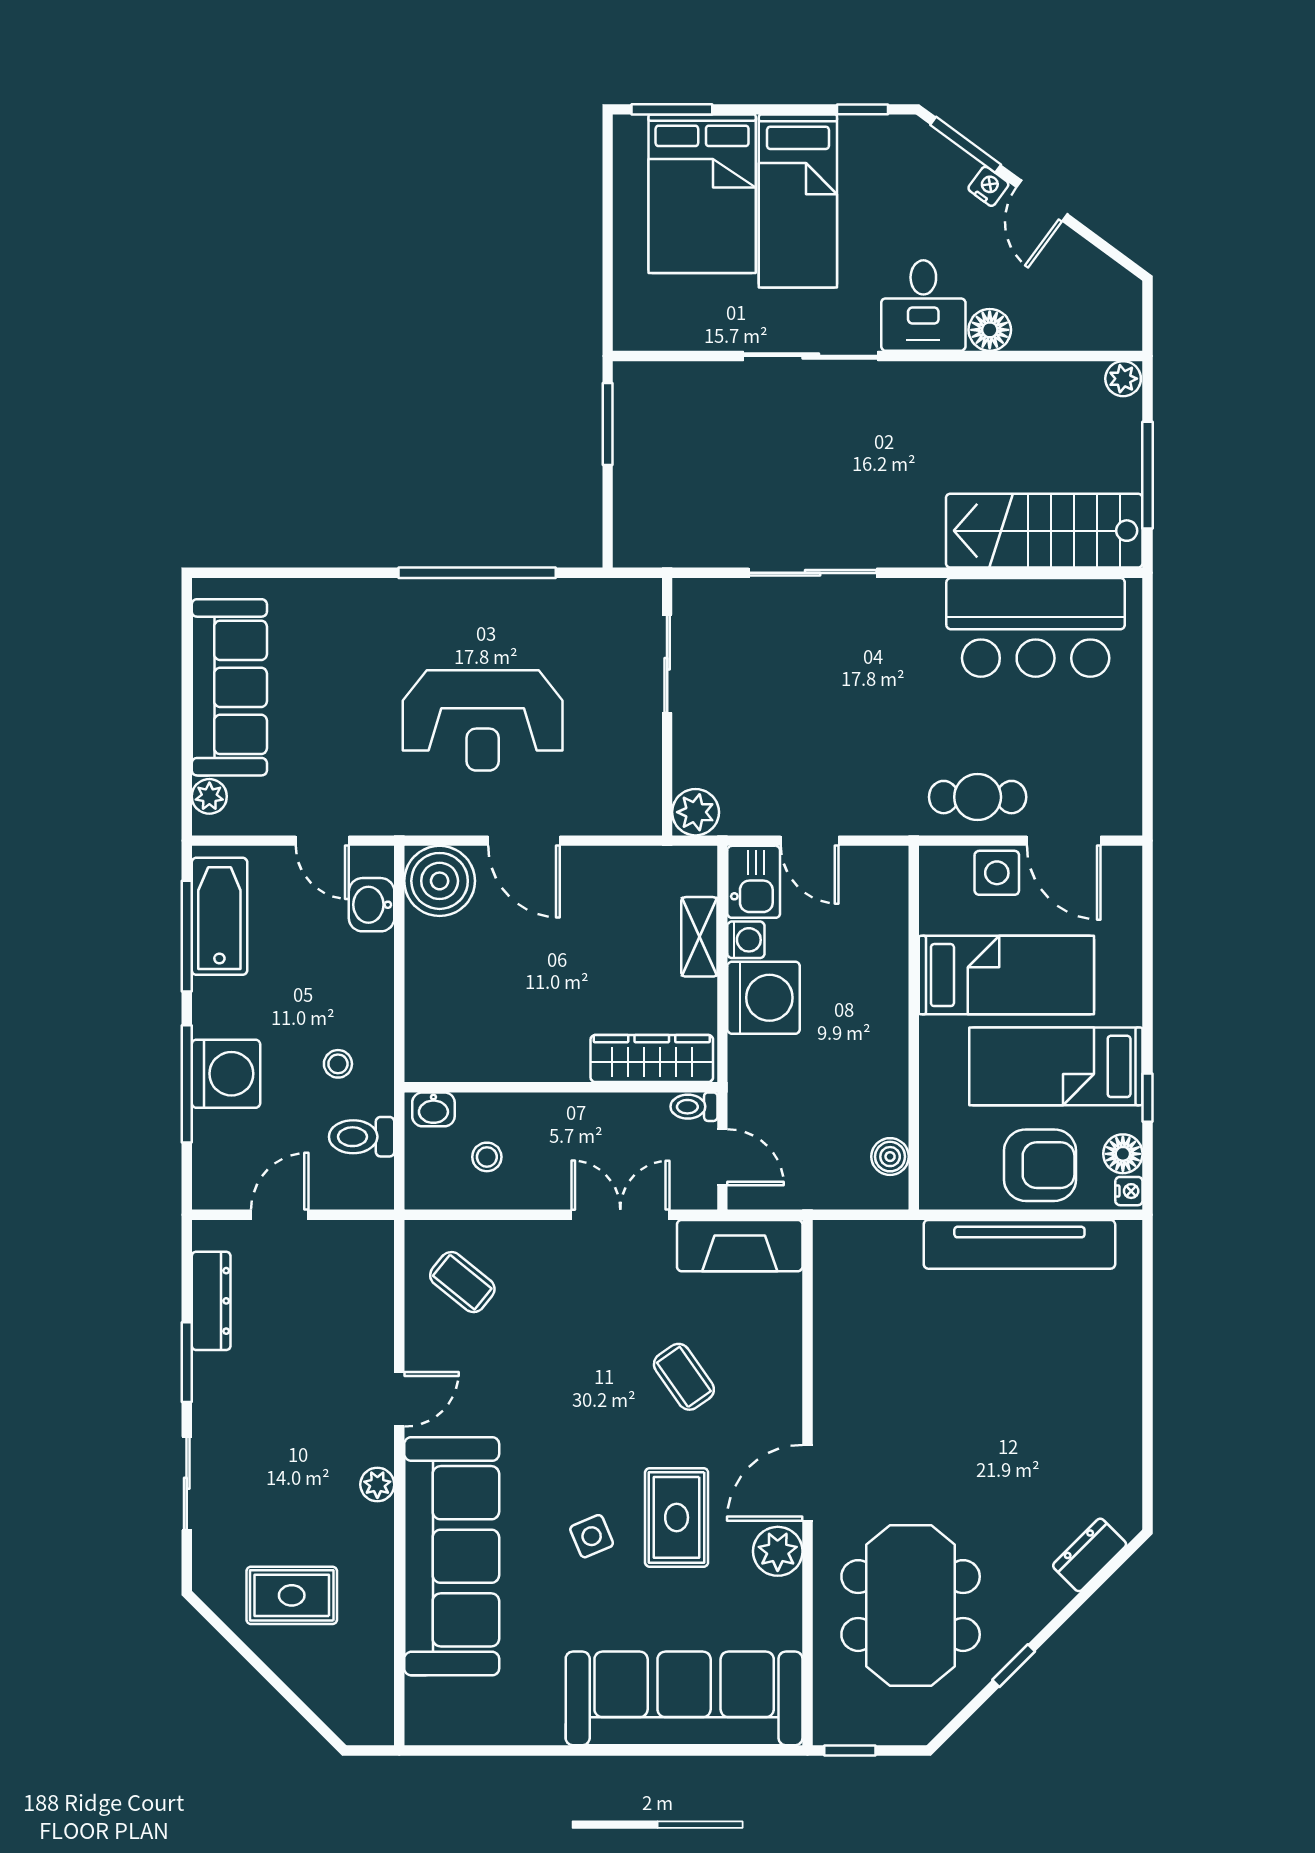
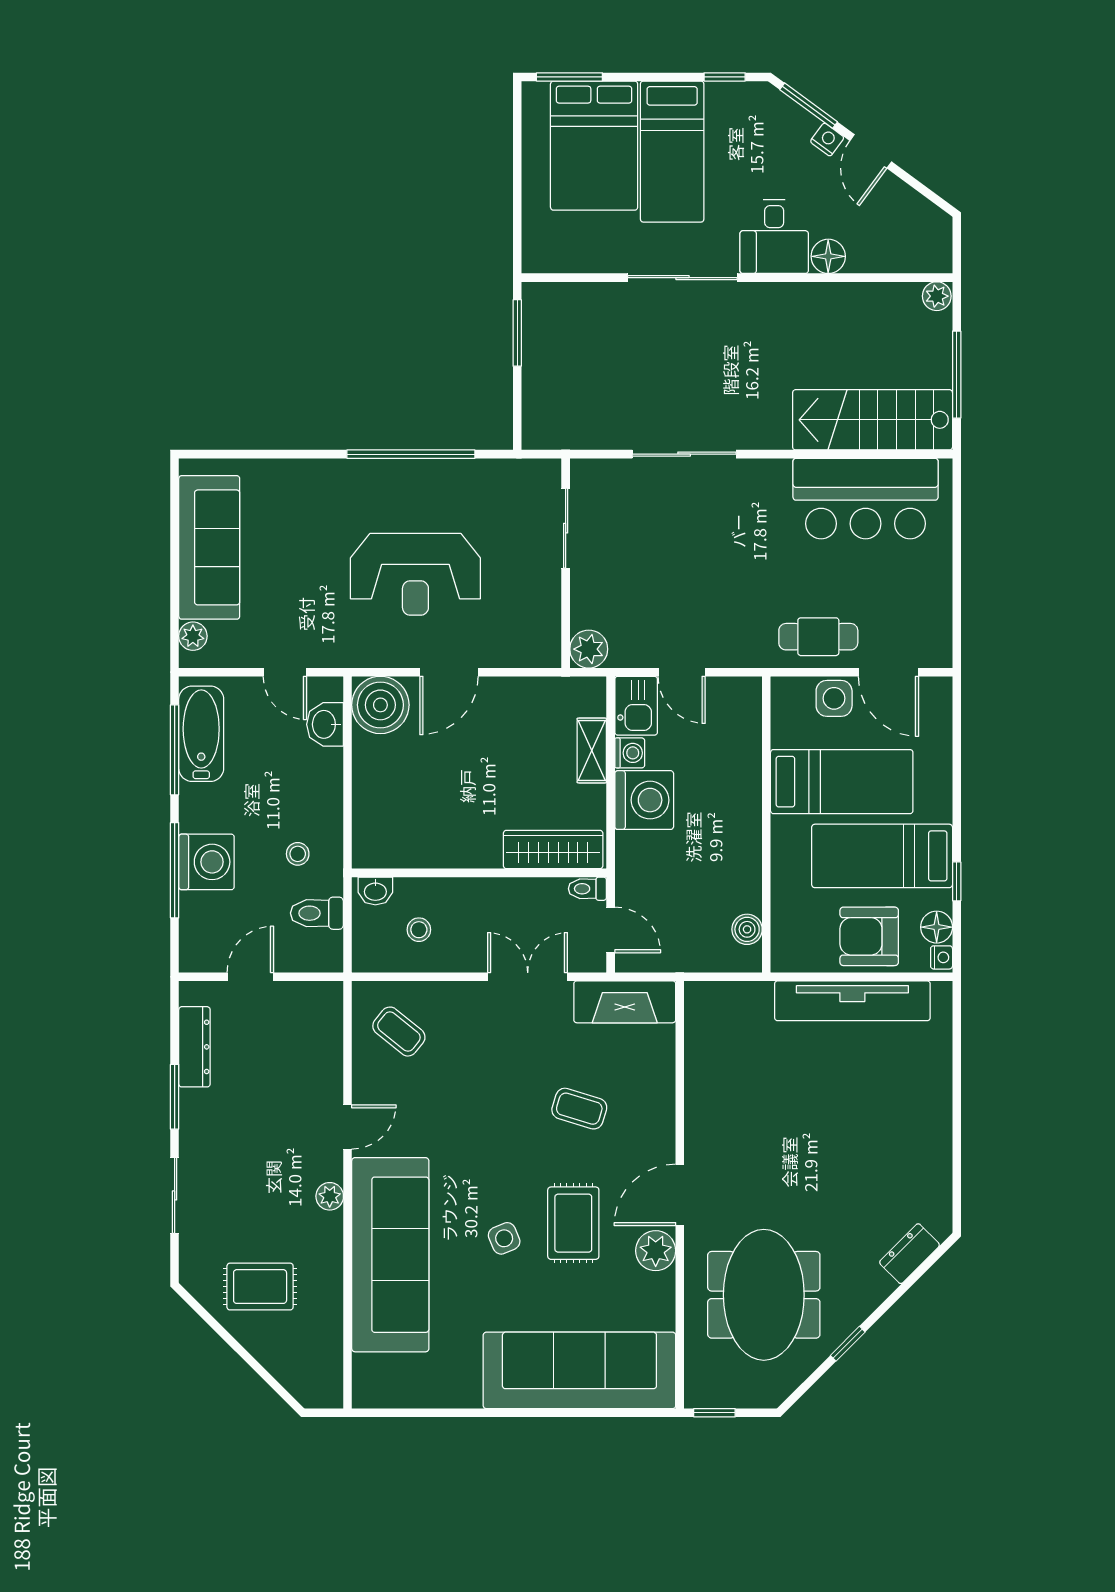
door: (524, 841) -> (449, 672), hinge flipped
armchair: (1040, 1165) -> (869, 936), turned 180
coffee table: (684, 1377) -> (579, 1109), turned -38

